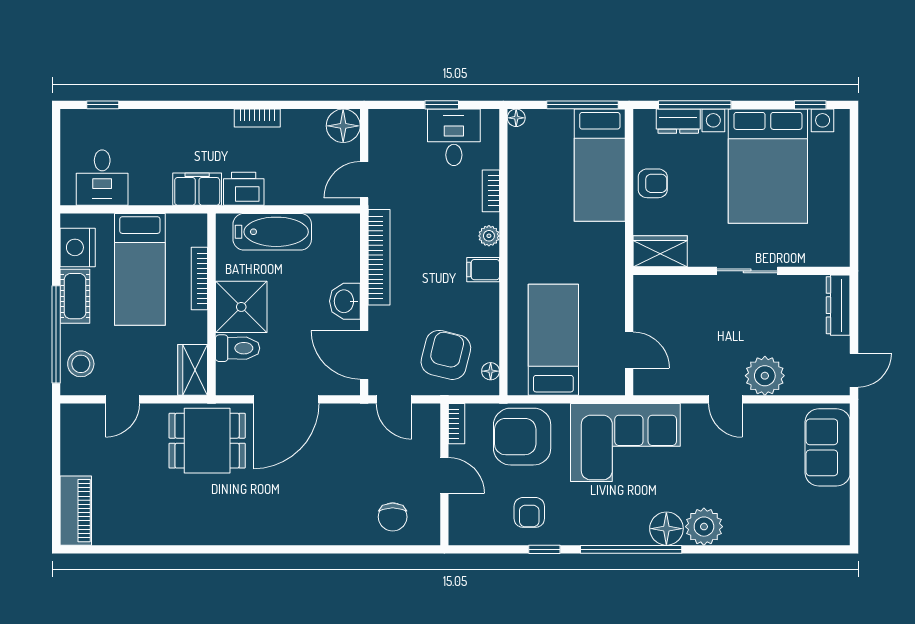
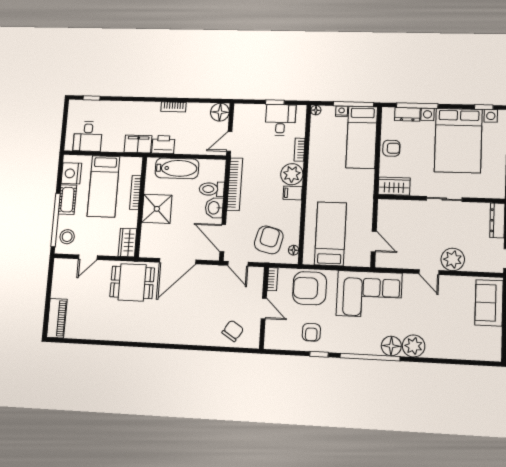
nightstand: (562, 119) -> (342, 111), added
plant: (489, 236) -> (292, 174), width x1.88, depth x1.88
toilet: (238, 348) -> (212, 189), moved, turned 180
chair: (393, 517) -> (233, 331), turned -147

